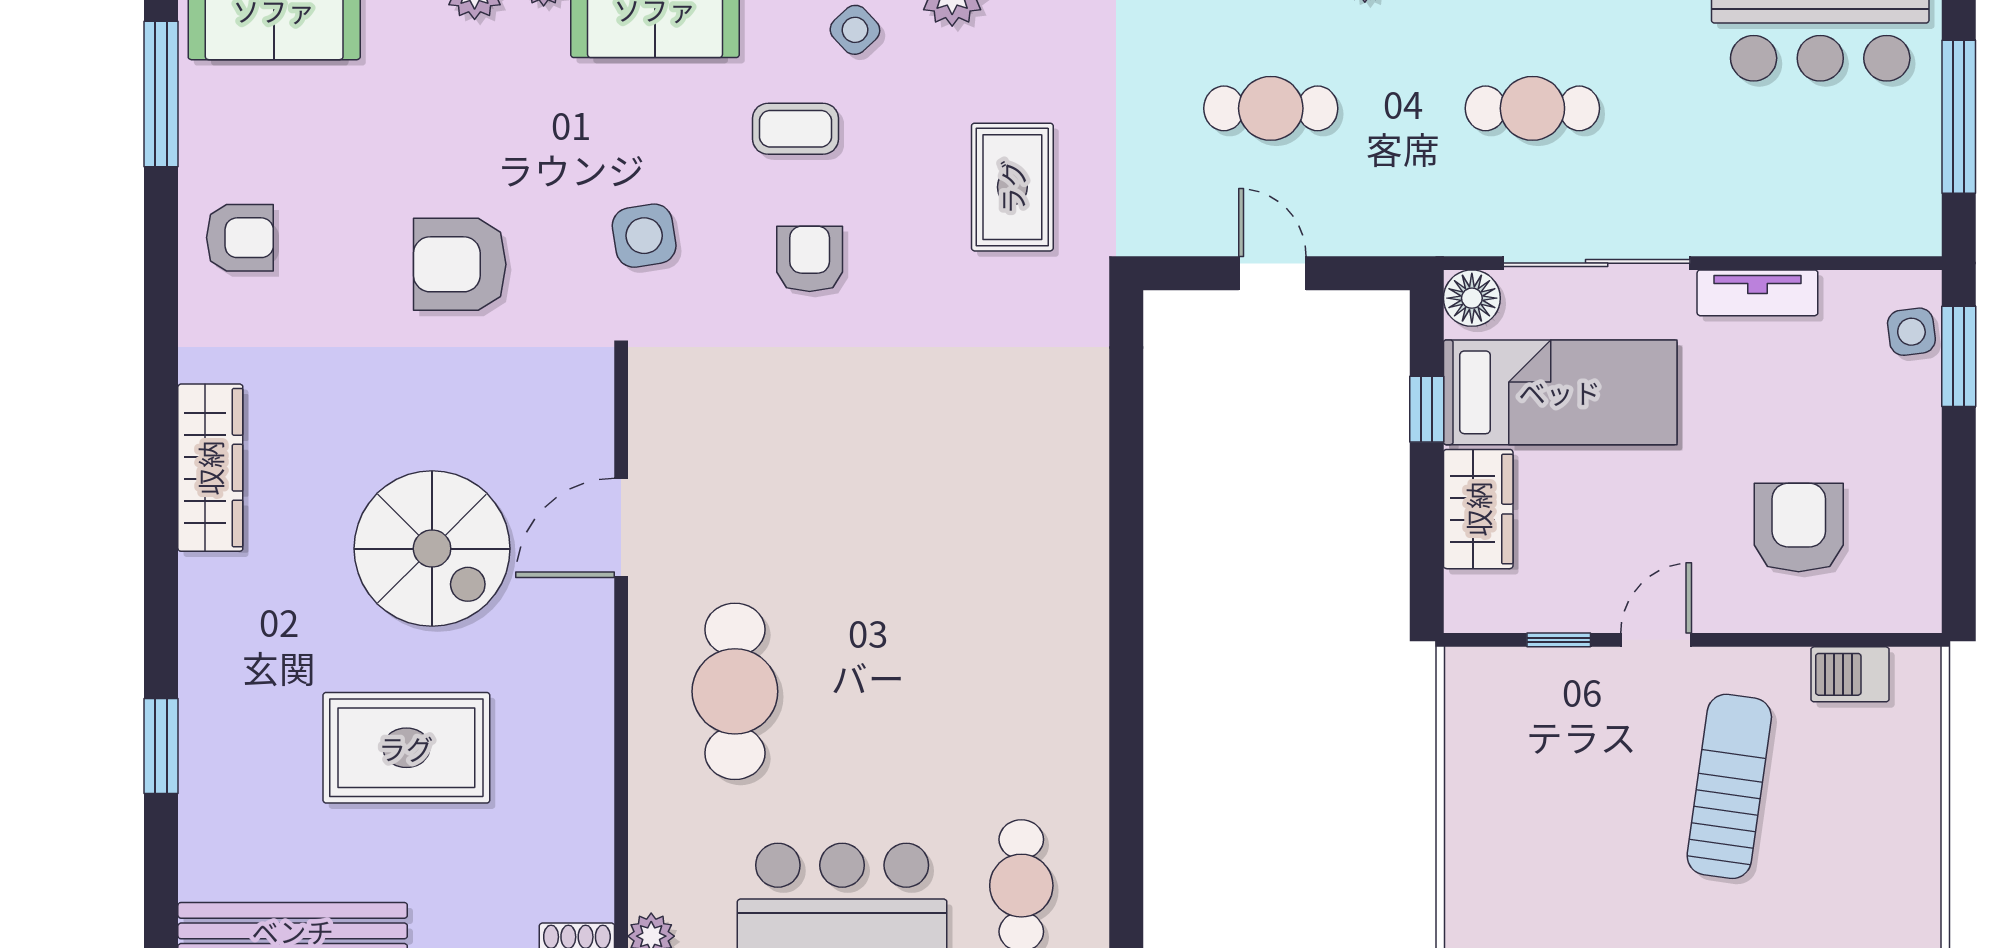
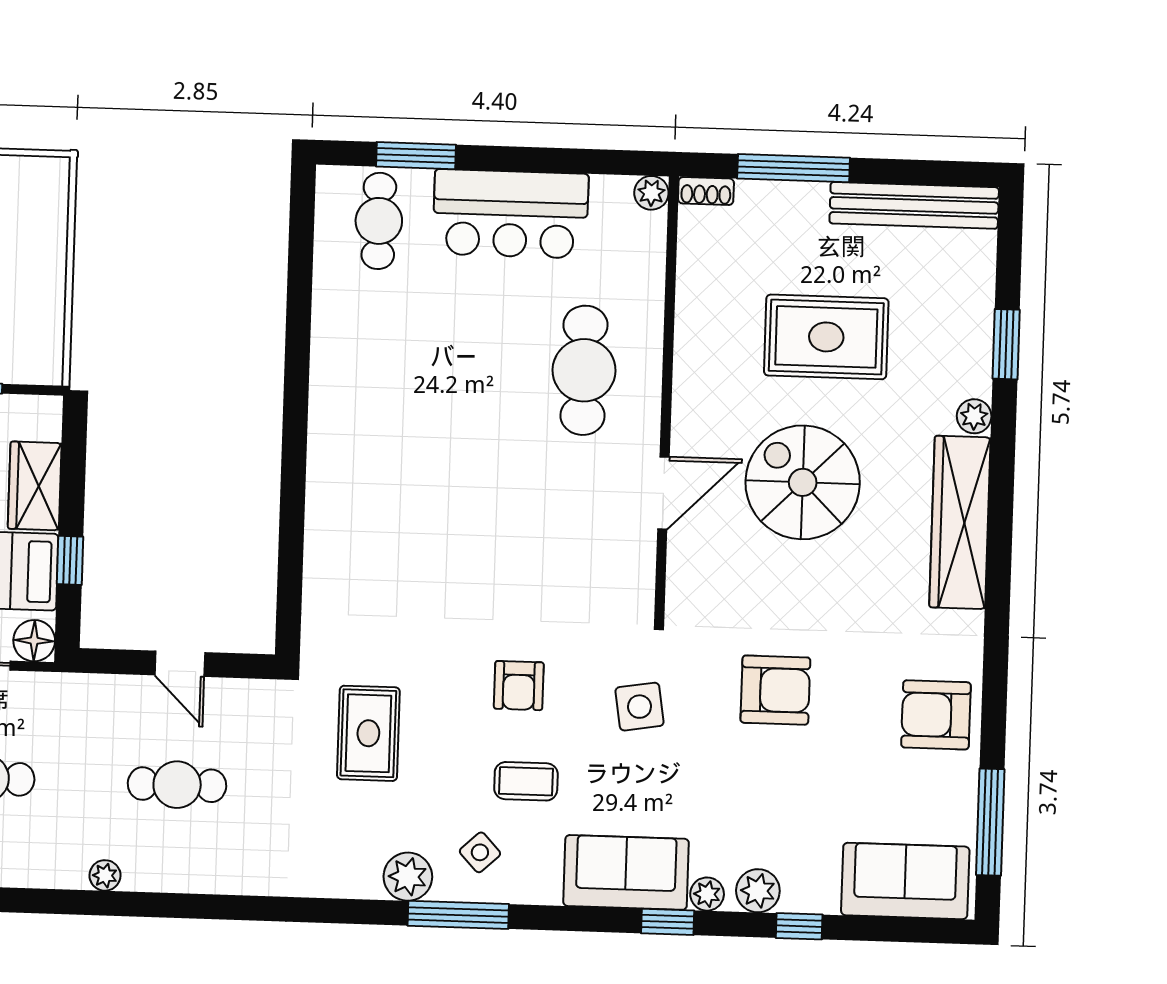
armchair: (240, 238) -> (936, 715), width x1.38, depth x1.38
wardrobe: (210, 468) -> (960, 522), width x1.40, depth x1.17
plant: (201, 646) -> (974, 416), added

